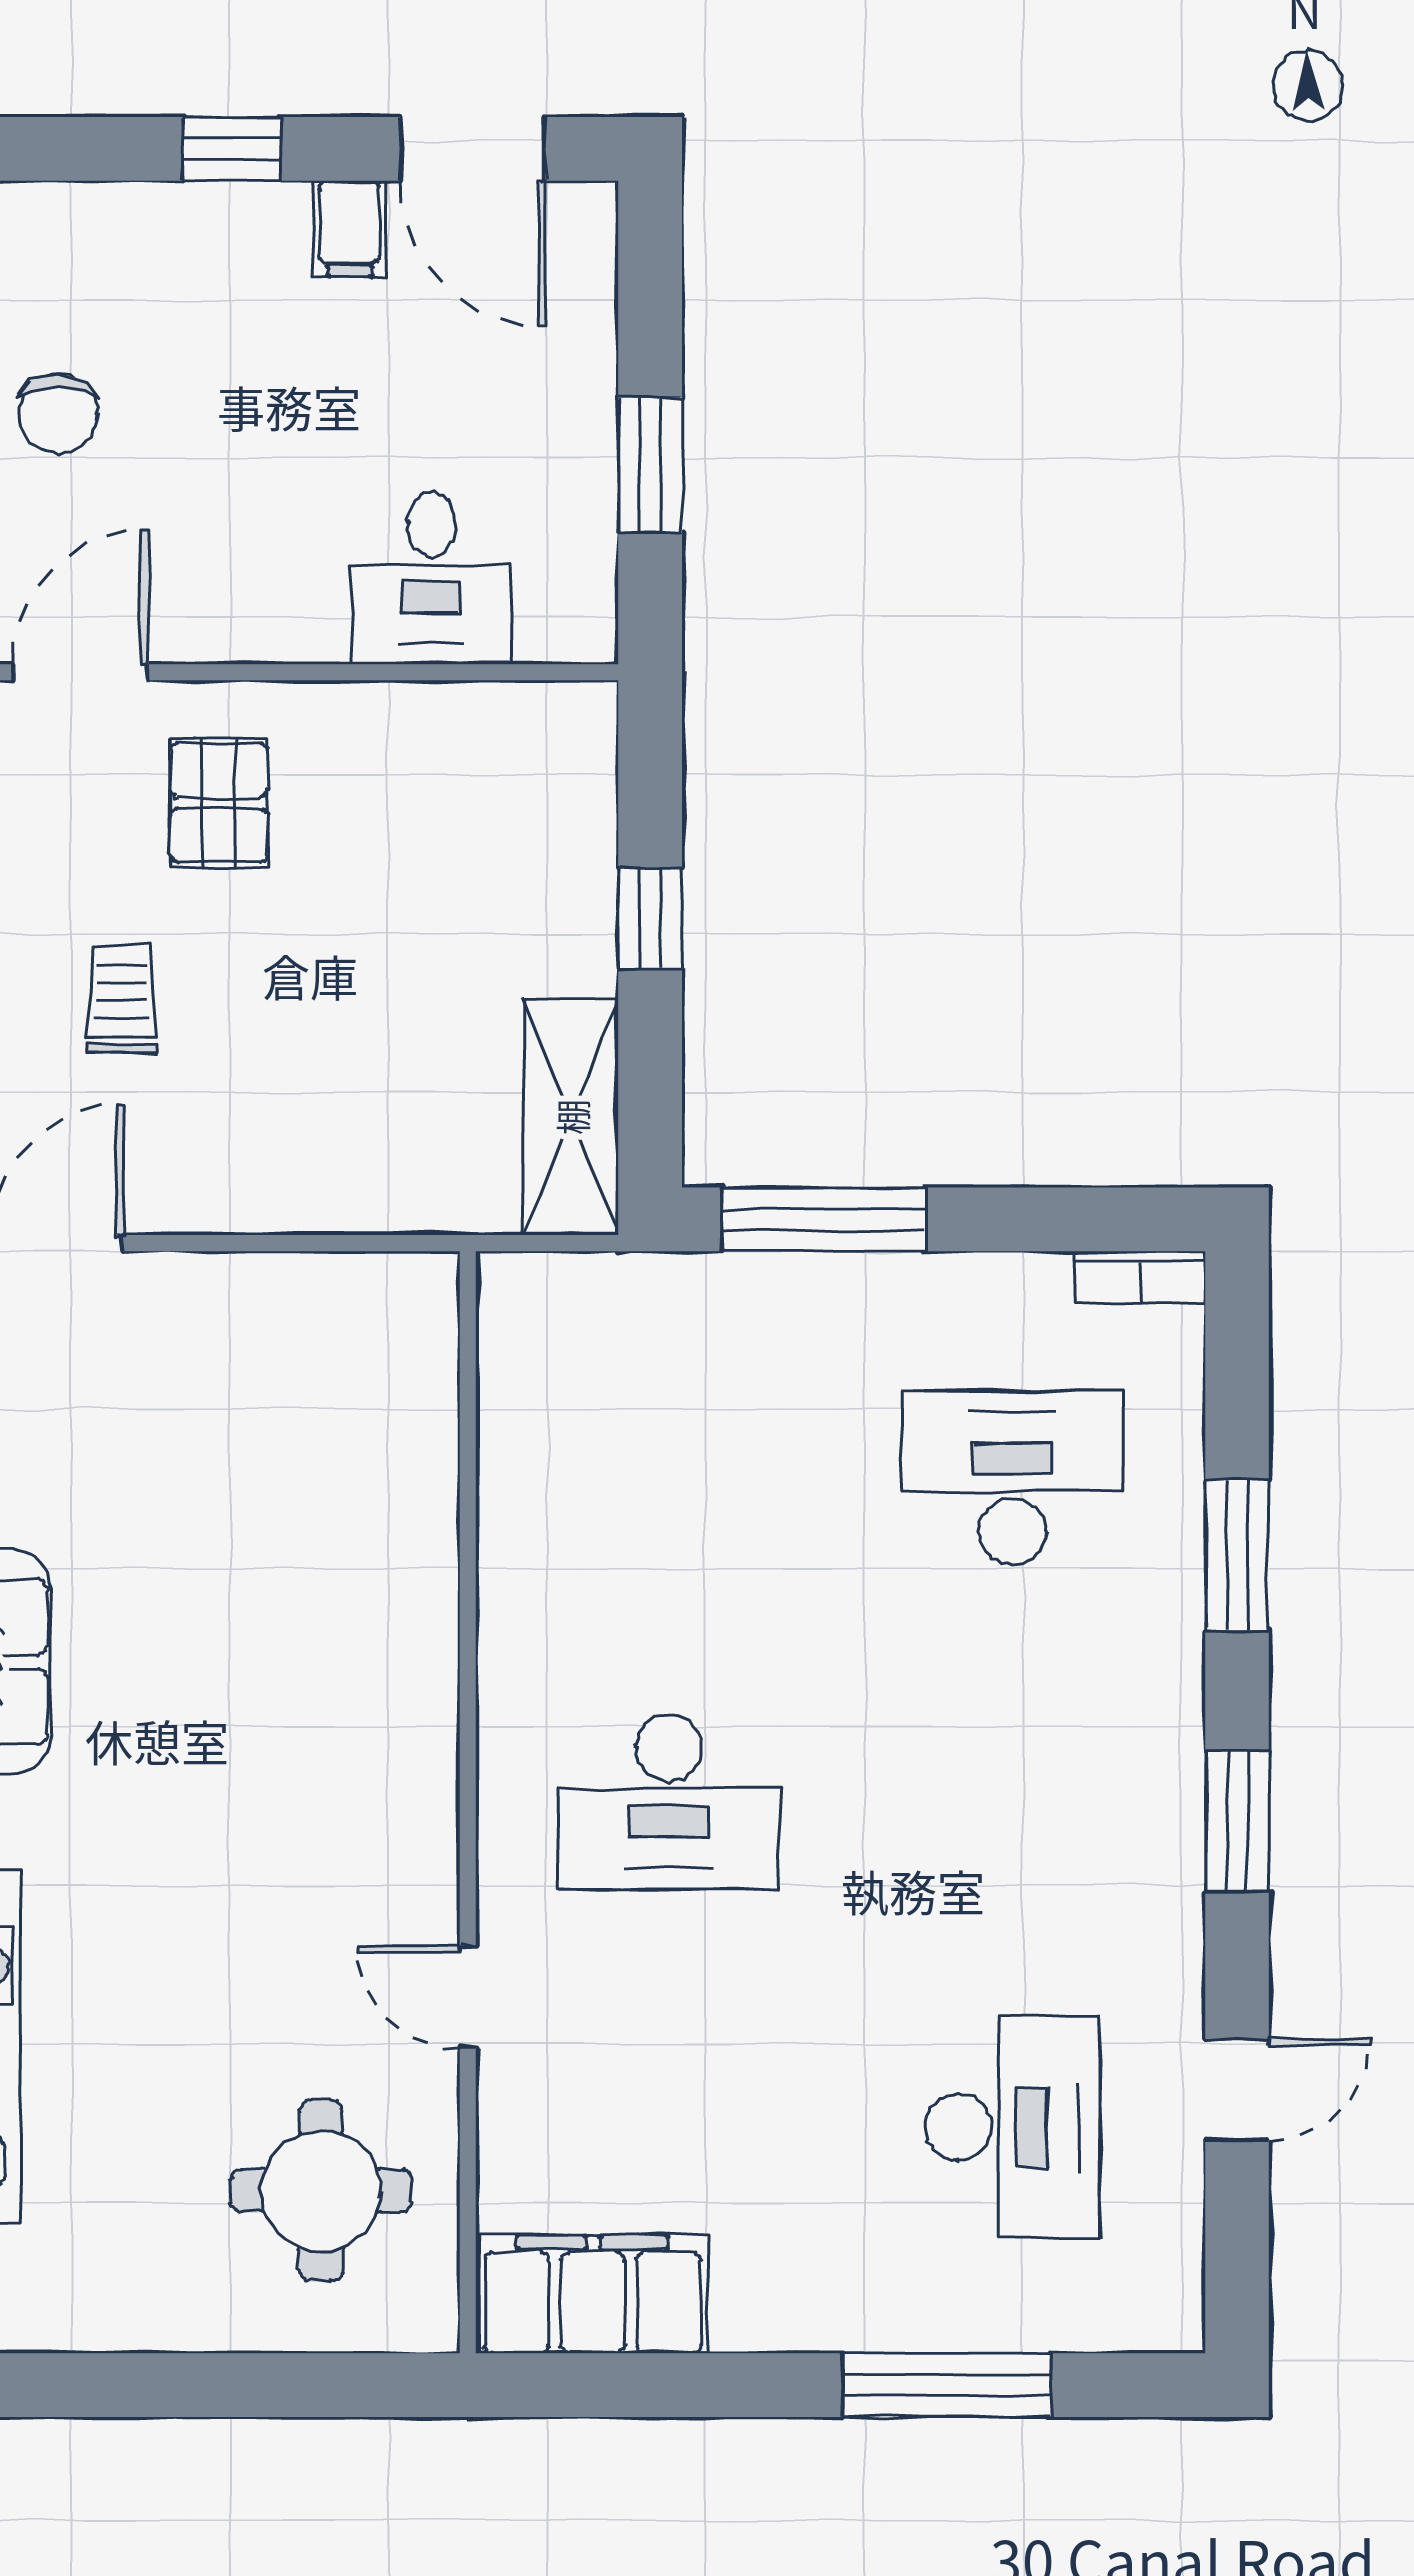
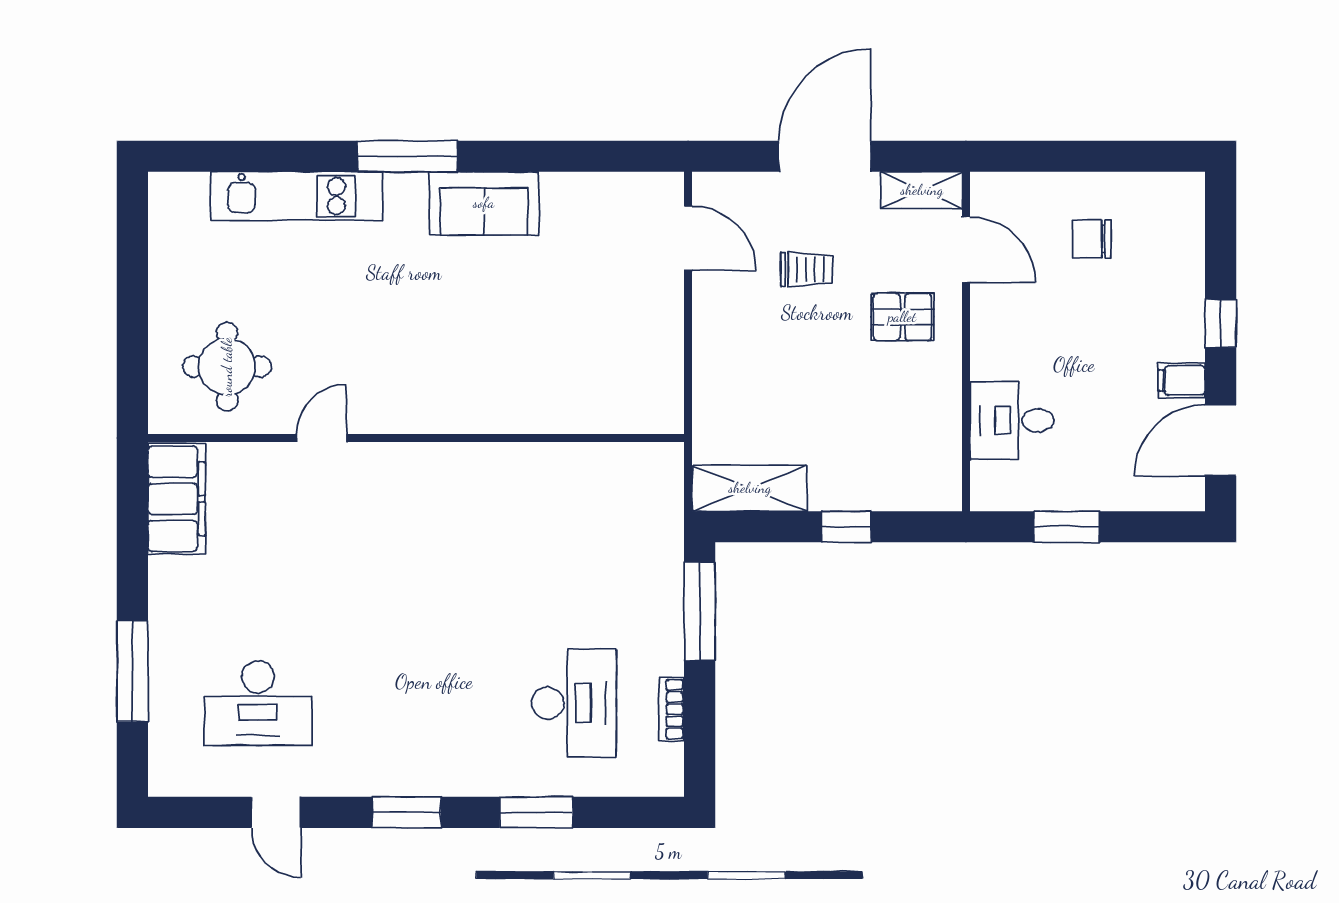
bookcase: (1140, 1277) -> (672, 709), moved
desk: (669, 1802) -> (416, 536), removed

